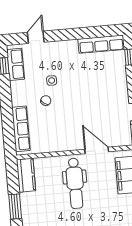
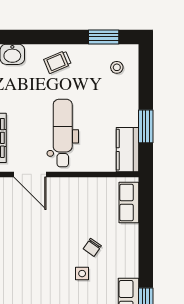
row of seats: (21, 129) -> (129, 203), width x0.68
window: (15, 207) -> (146, 126), moved

